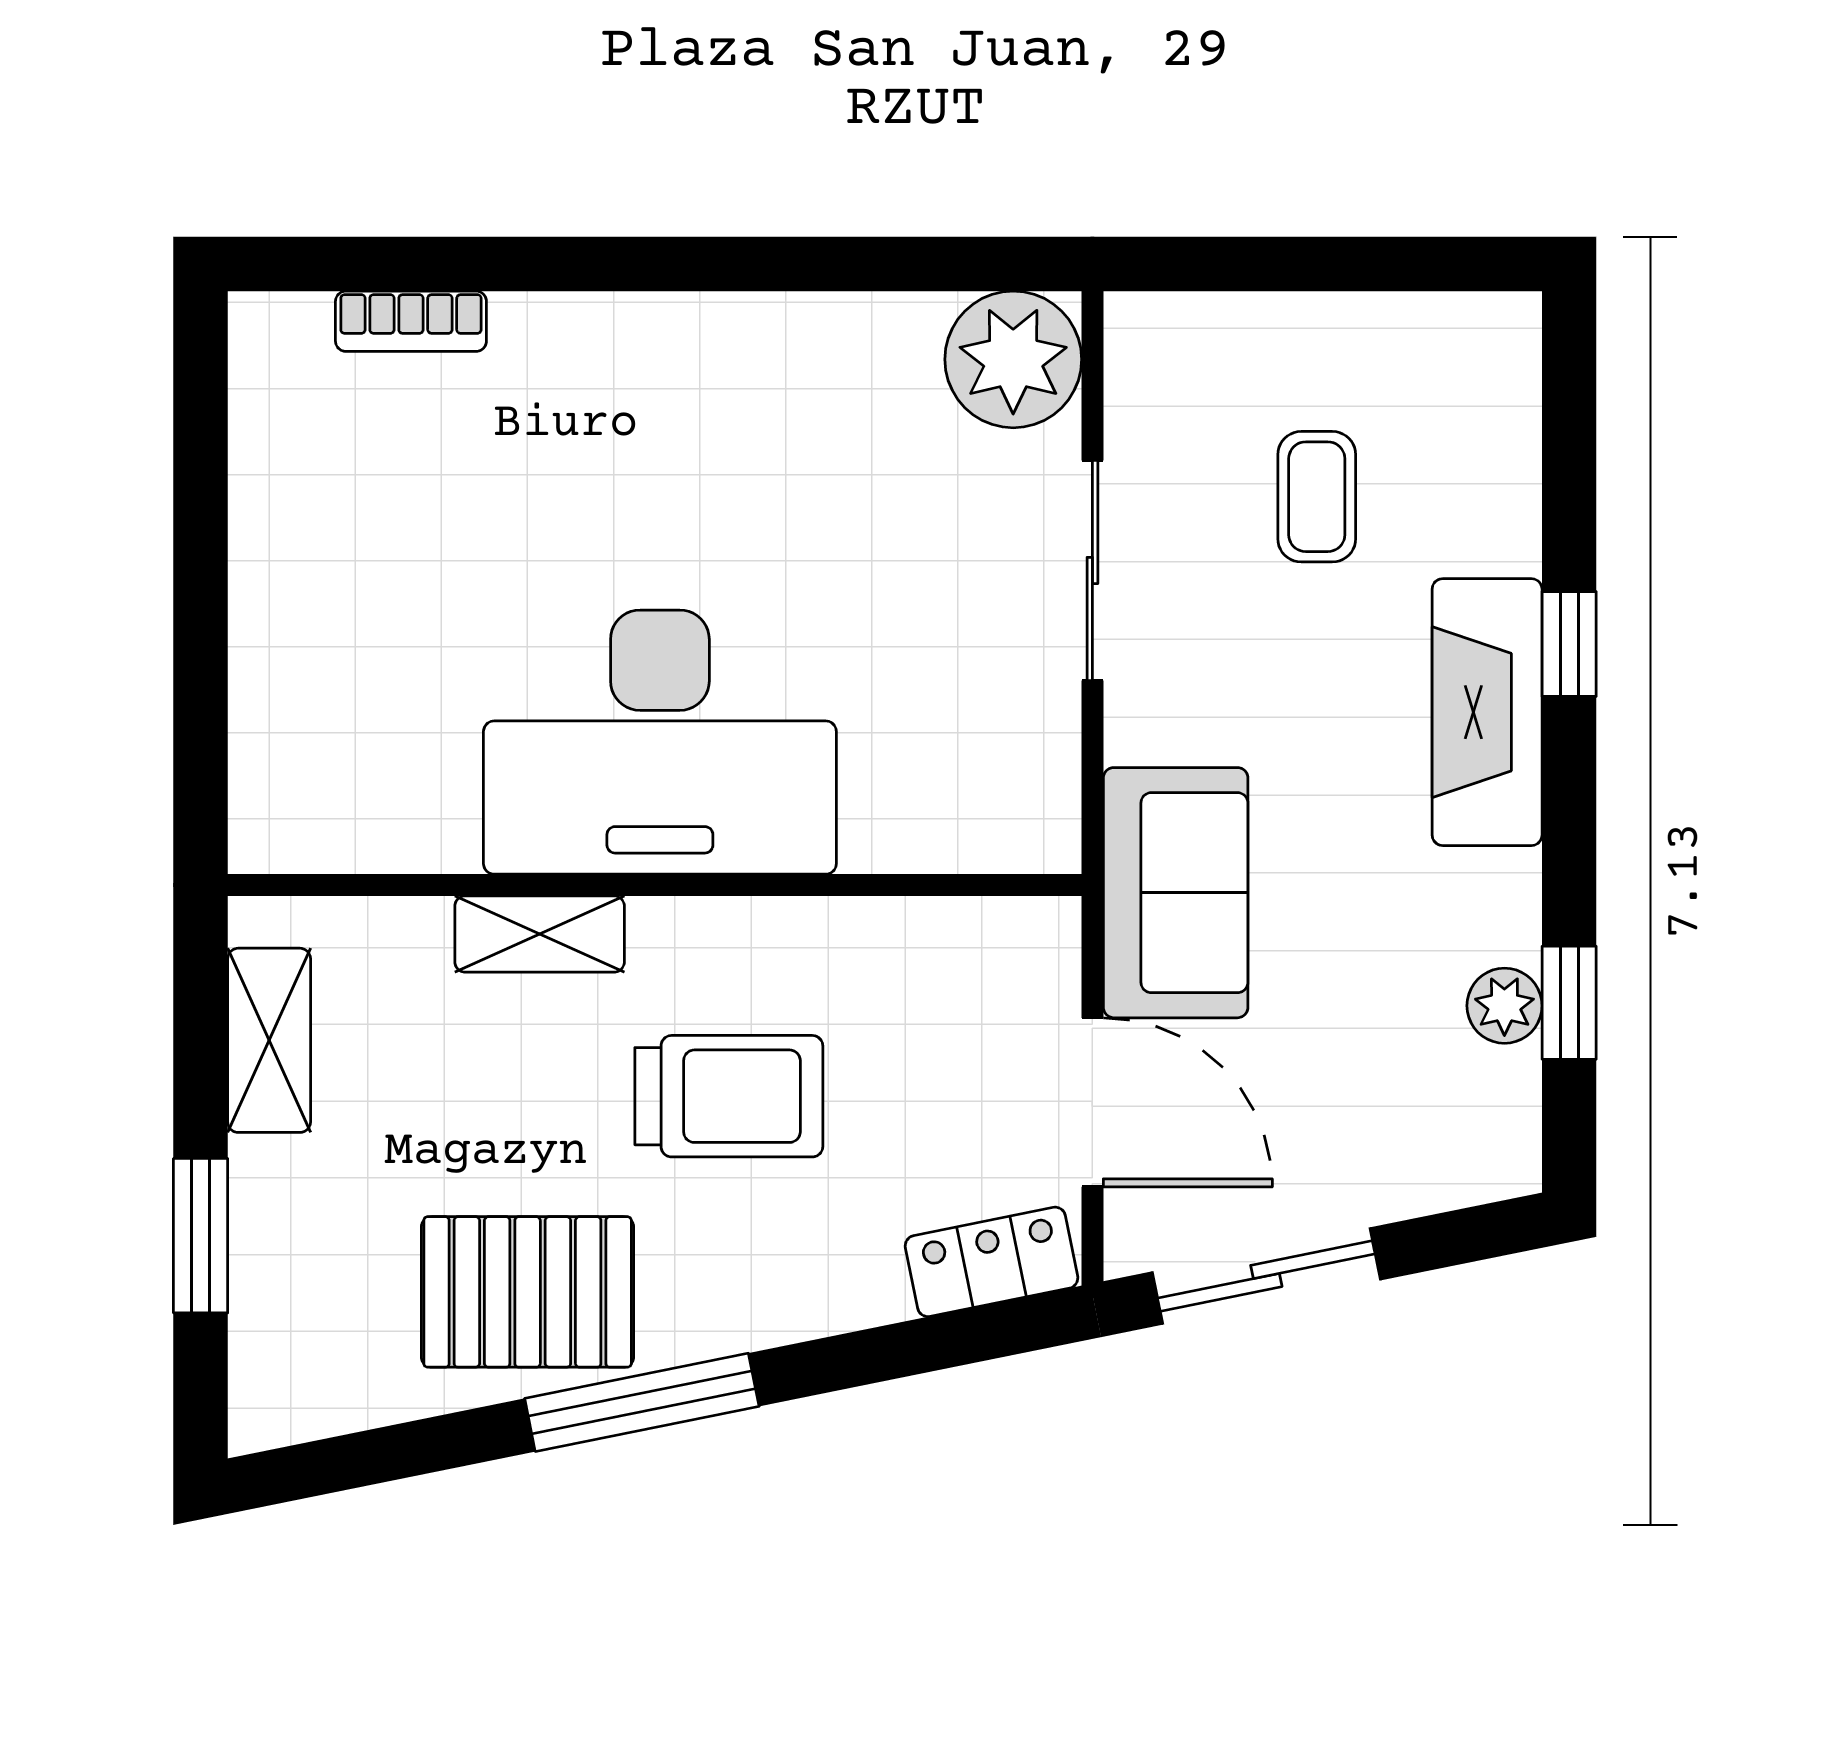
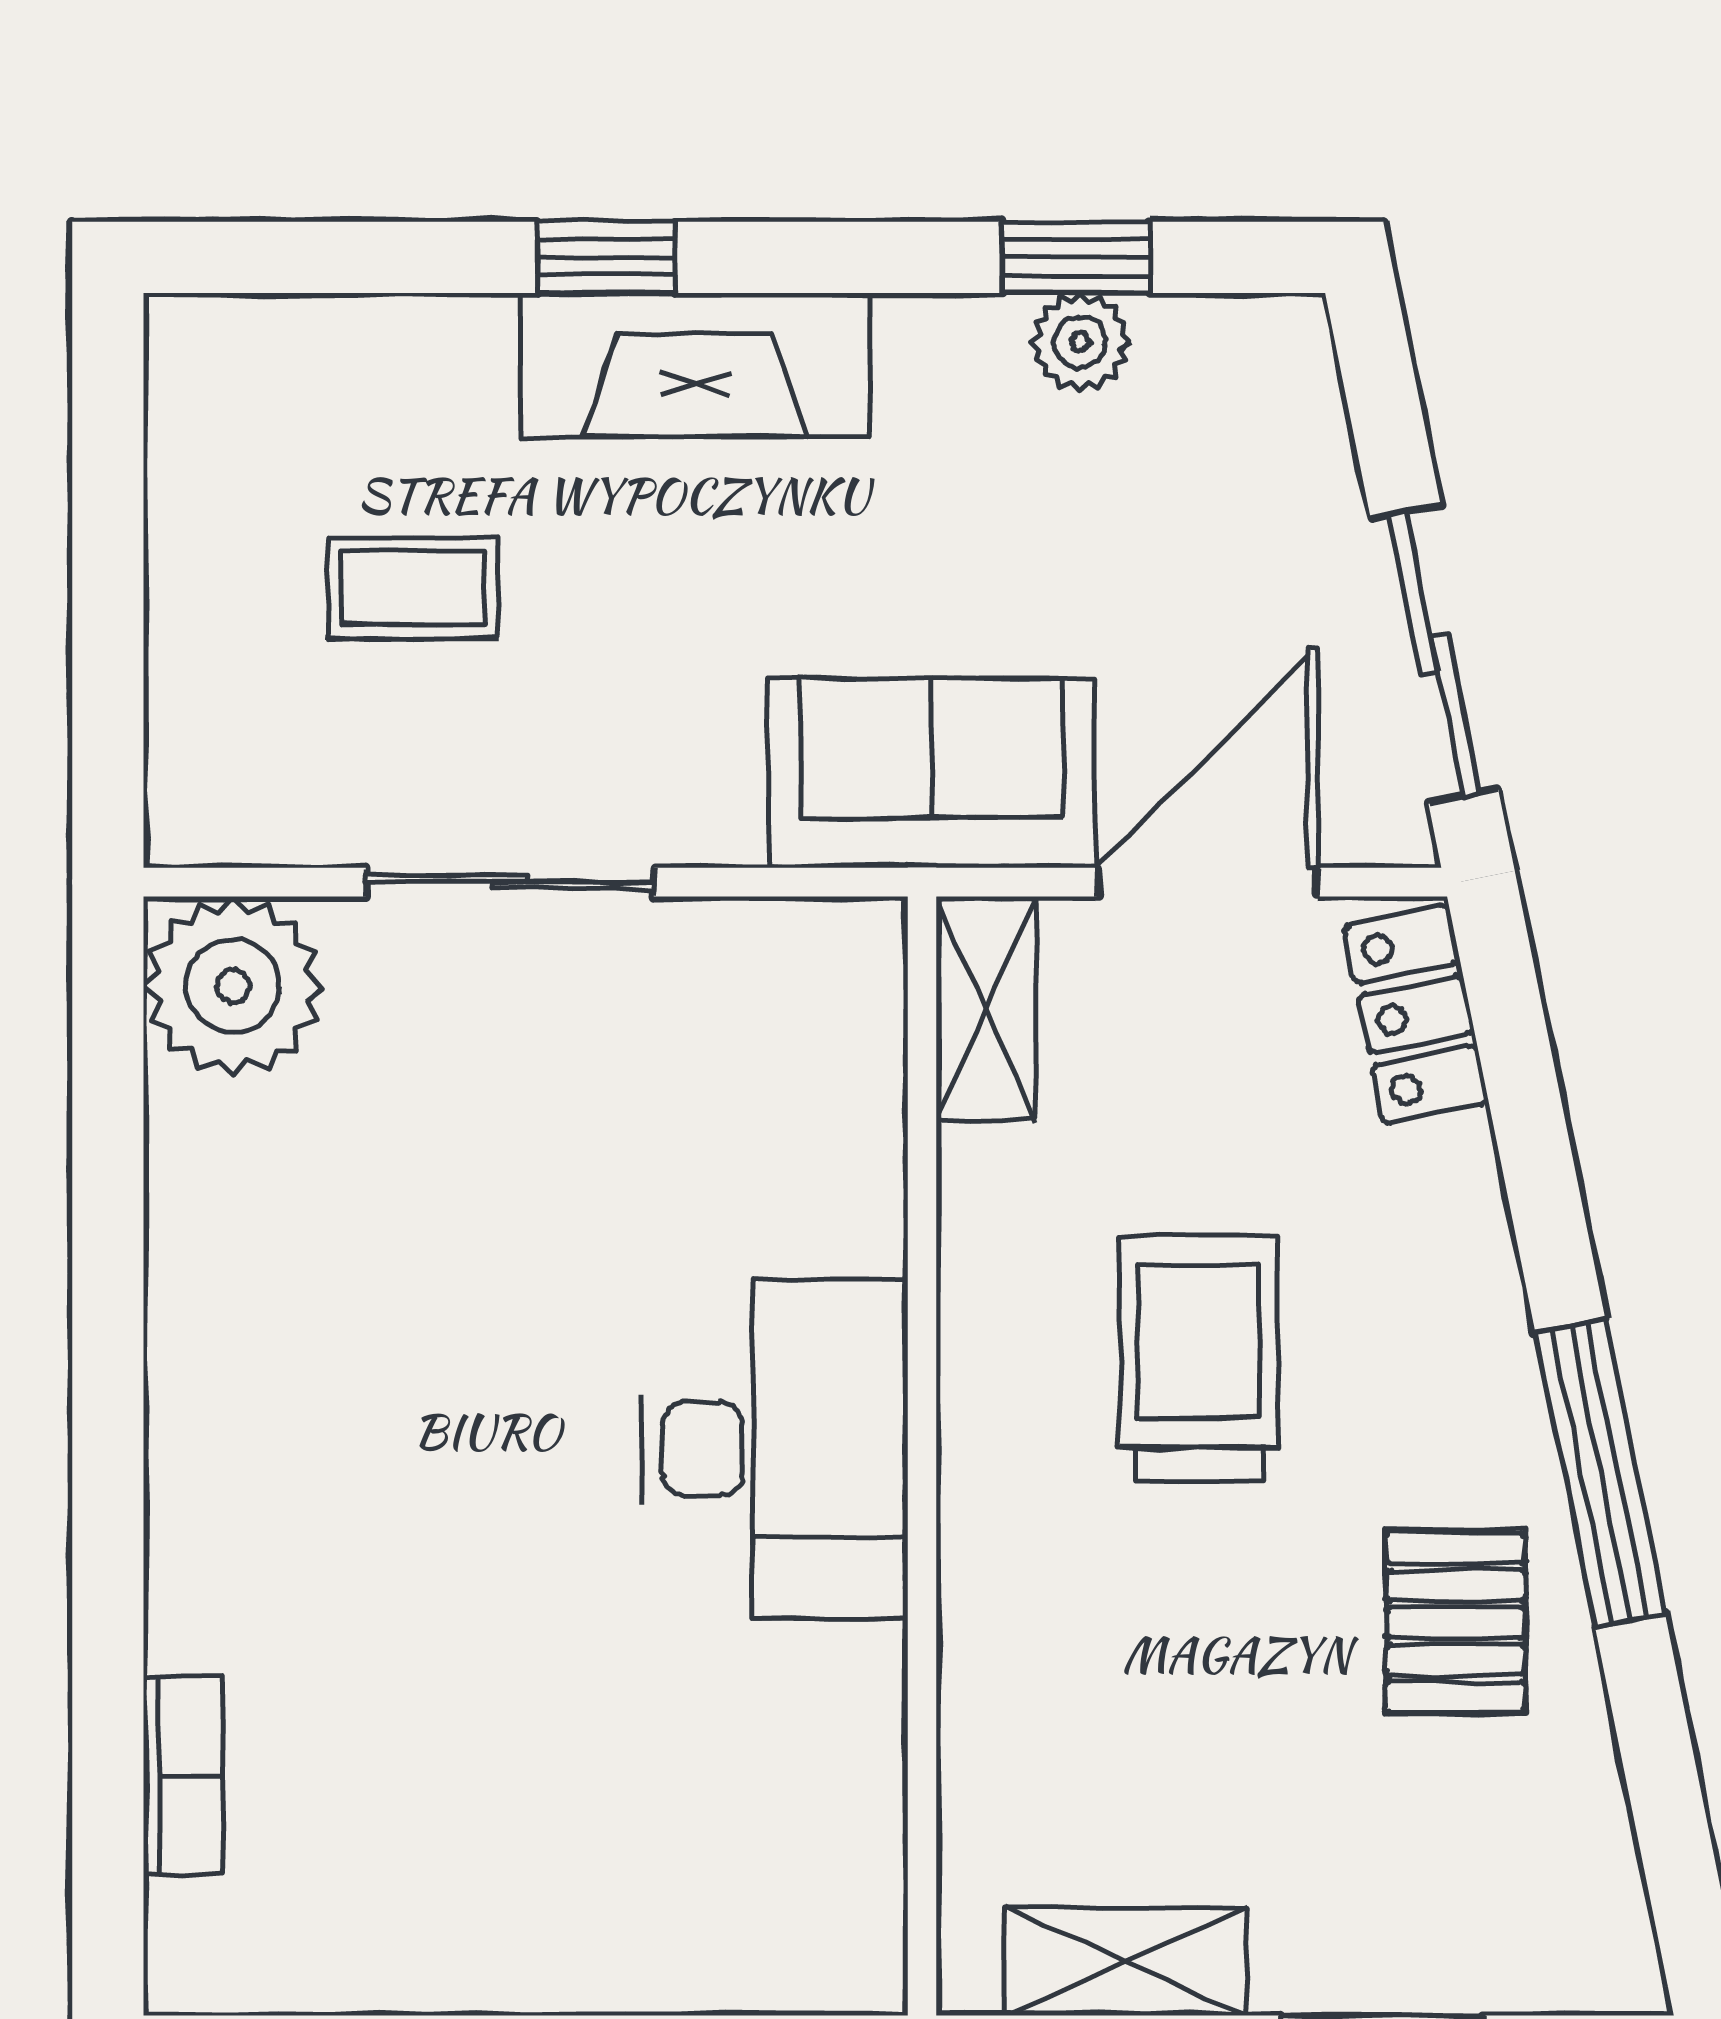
desk: (660, 742) -> (775, 1449), width x0.73, depth x0.77
shelving: (540, 934) -> (986, 1009), moved
pallet: (528, 1292) -> (1455, 1623), width x0.67, depth x0.71

